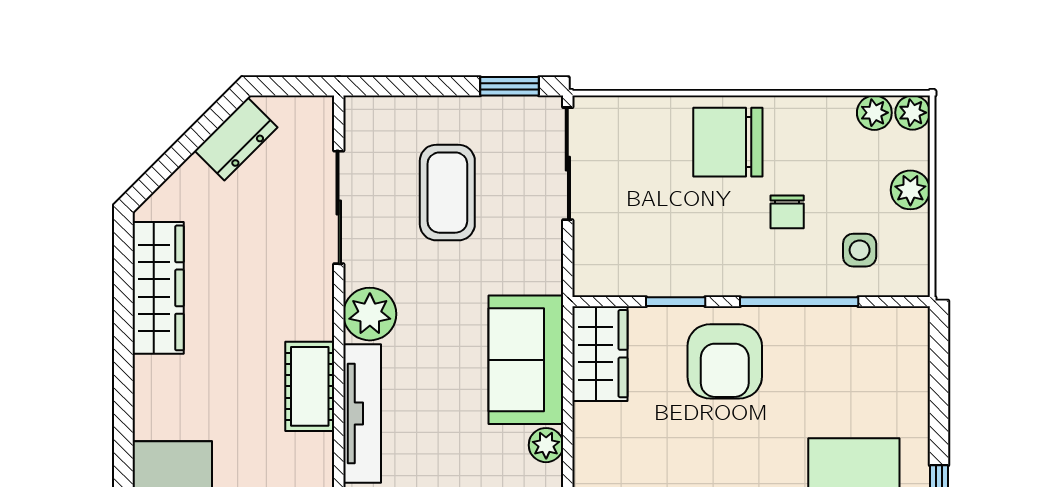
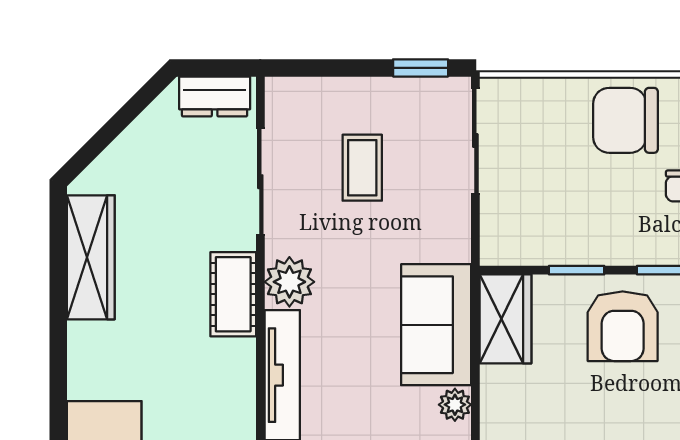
dresser: (236, 139) -> (215, 96), moved, turned 45
coffee table: (447, 193) -> (362, 168), width x0.73, depth x0.77
cot: (310, 386) -> (233, 294), moved

